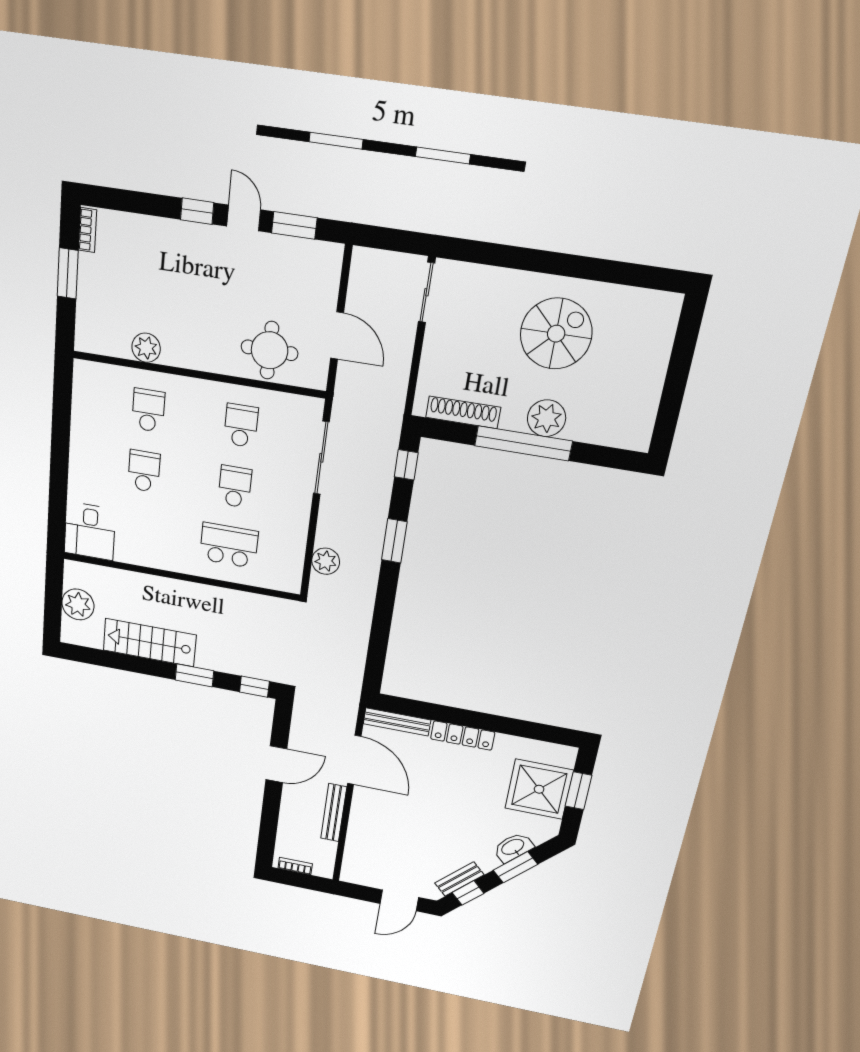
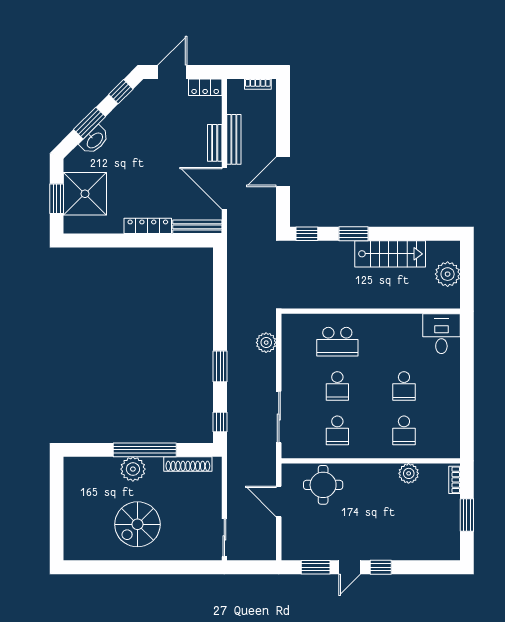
door: (244, 218) -> (350, 567), hinge flipped
bookcase: (87, 230) -> (454, 480), moved
locker: (361, 876) -> (205, 87), added
bench: (459, 879) -> (215, 143), moved, turned -45

